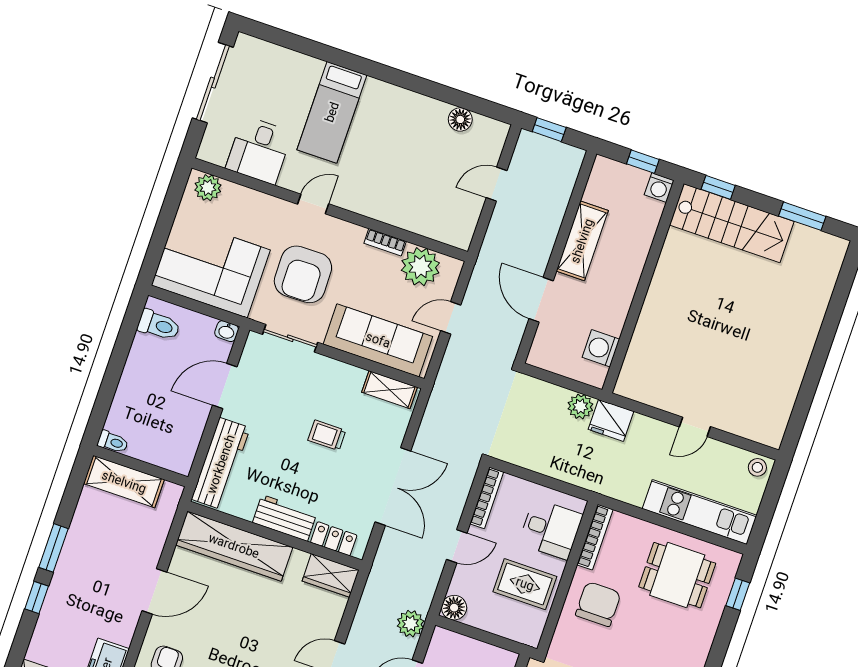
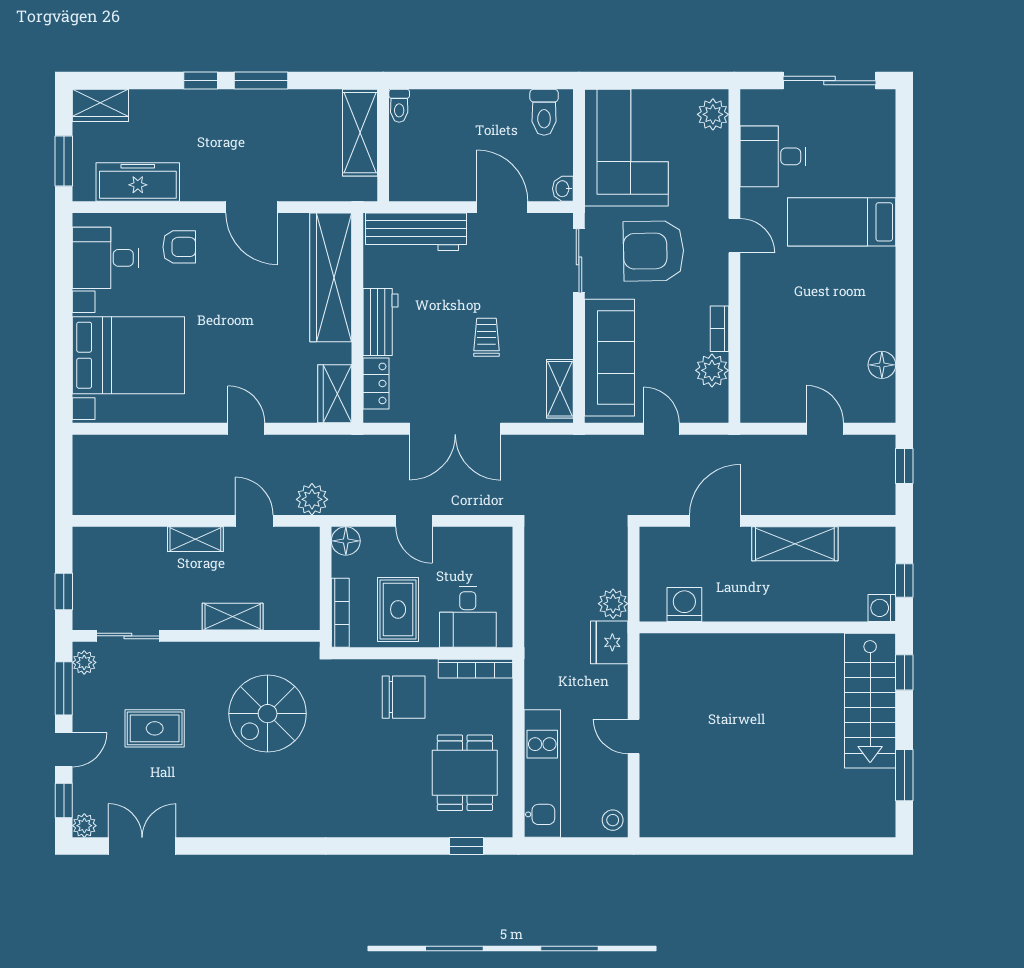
plant: (420, 267) -> (712, 370), width x0.73, depth x0.73
bookcase: (487, 498) -> (340, 613), moved, turned -90

